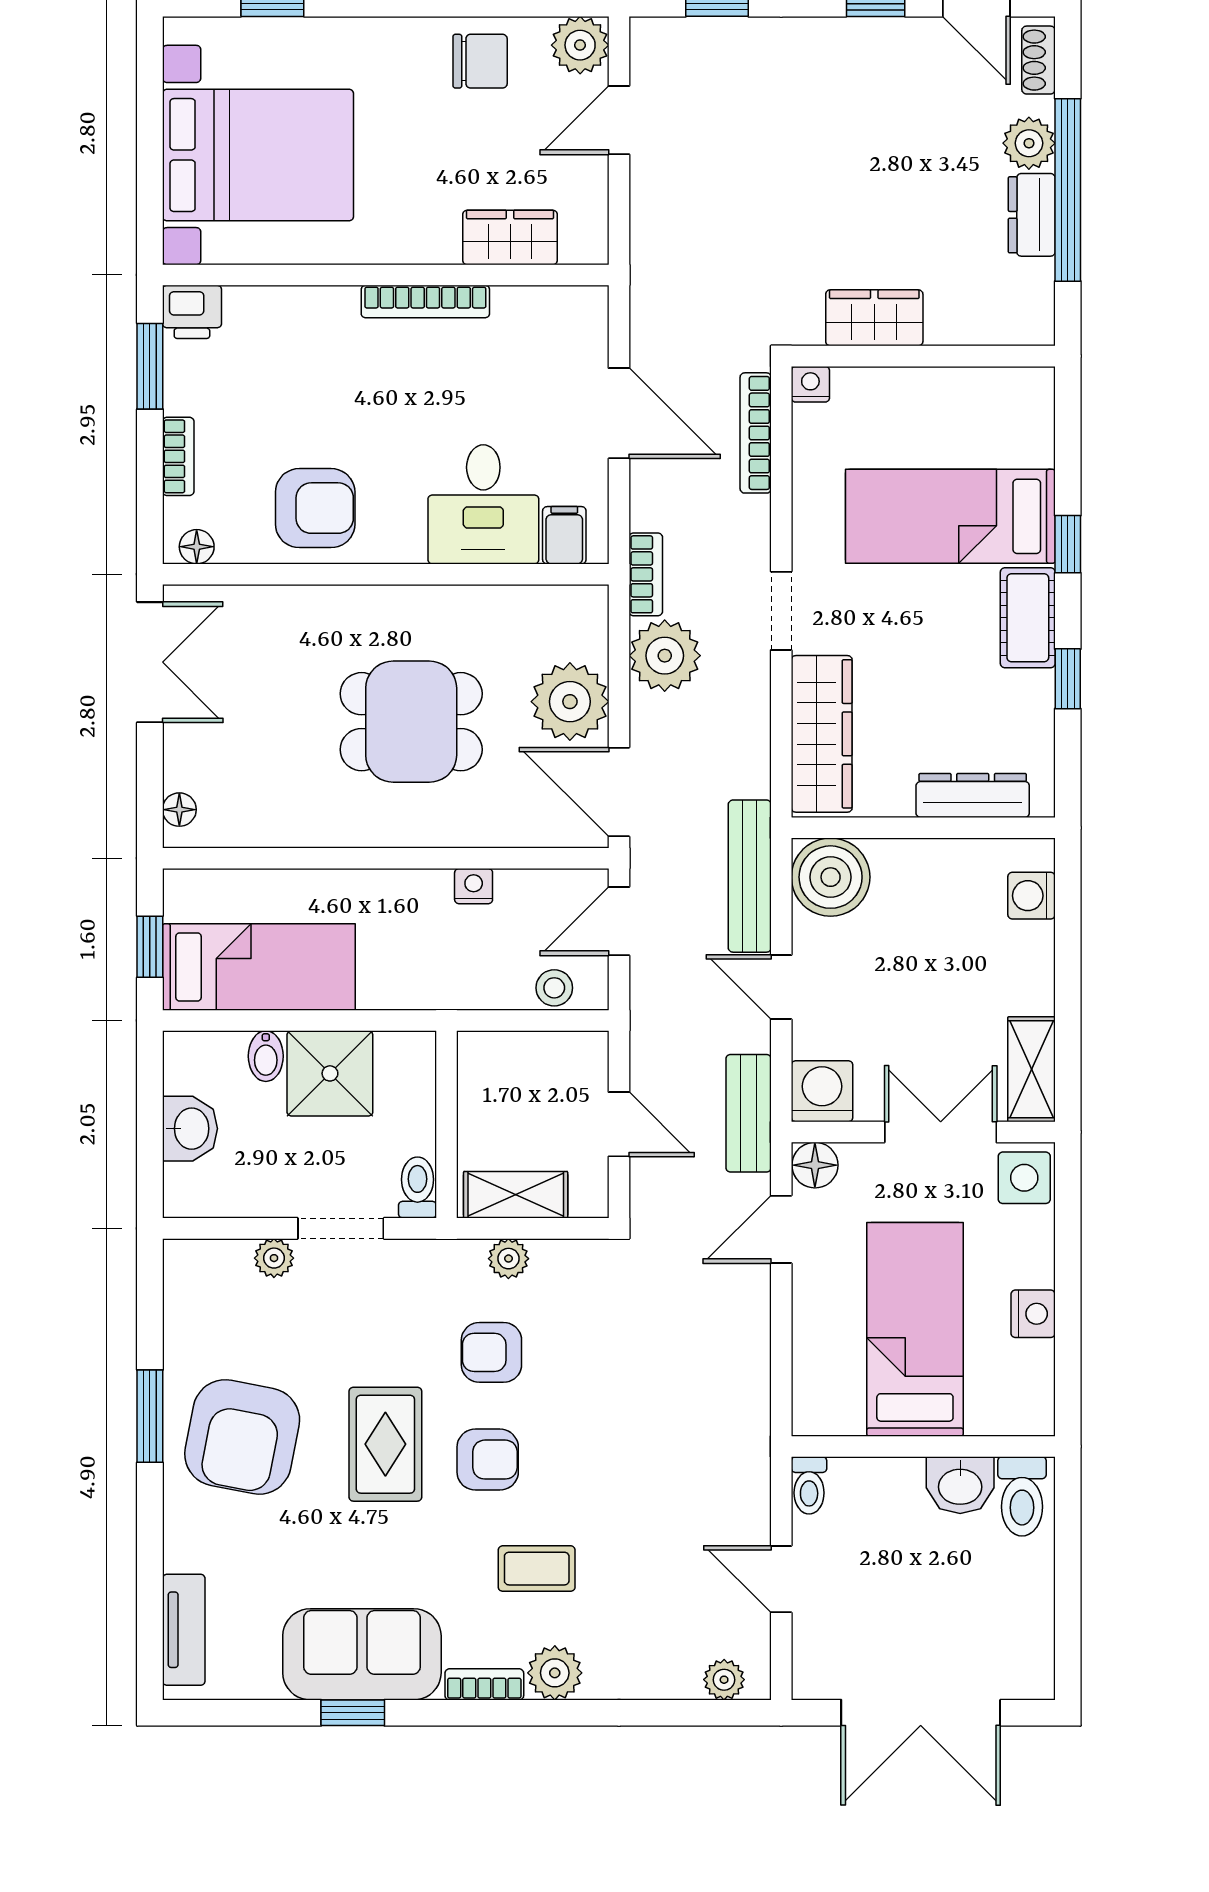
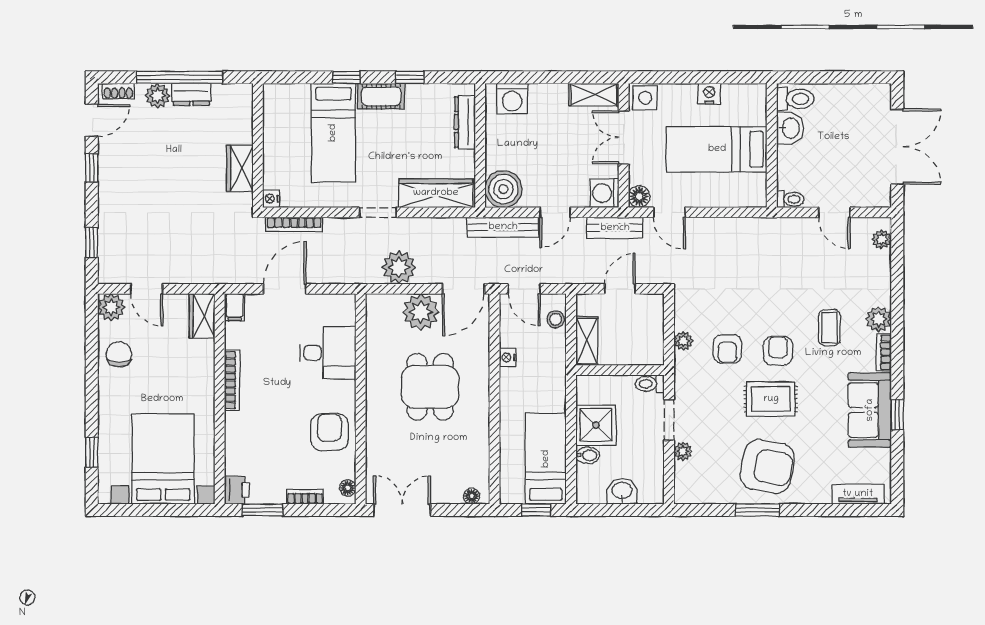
wardrobe: (510, 237) -> (202, 316), moved
filing cabinet: (564, 535) -> (235, 307), moved, turned -90
bookcase: (646, 574) -> (361, 276), removed
washing machine: (1032, 896) -> (512, 99), width x1.38, depth x1.38
shelving: (516, 1195) -> (587, 341), moved
door: (781, 1579) -> (834, 212), hinge flipped

